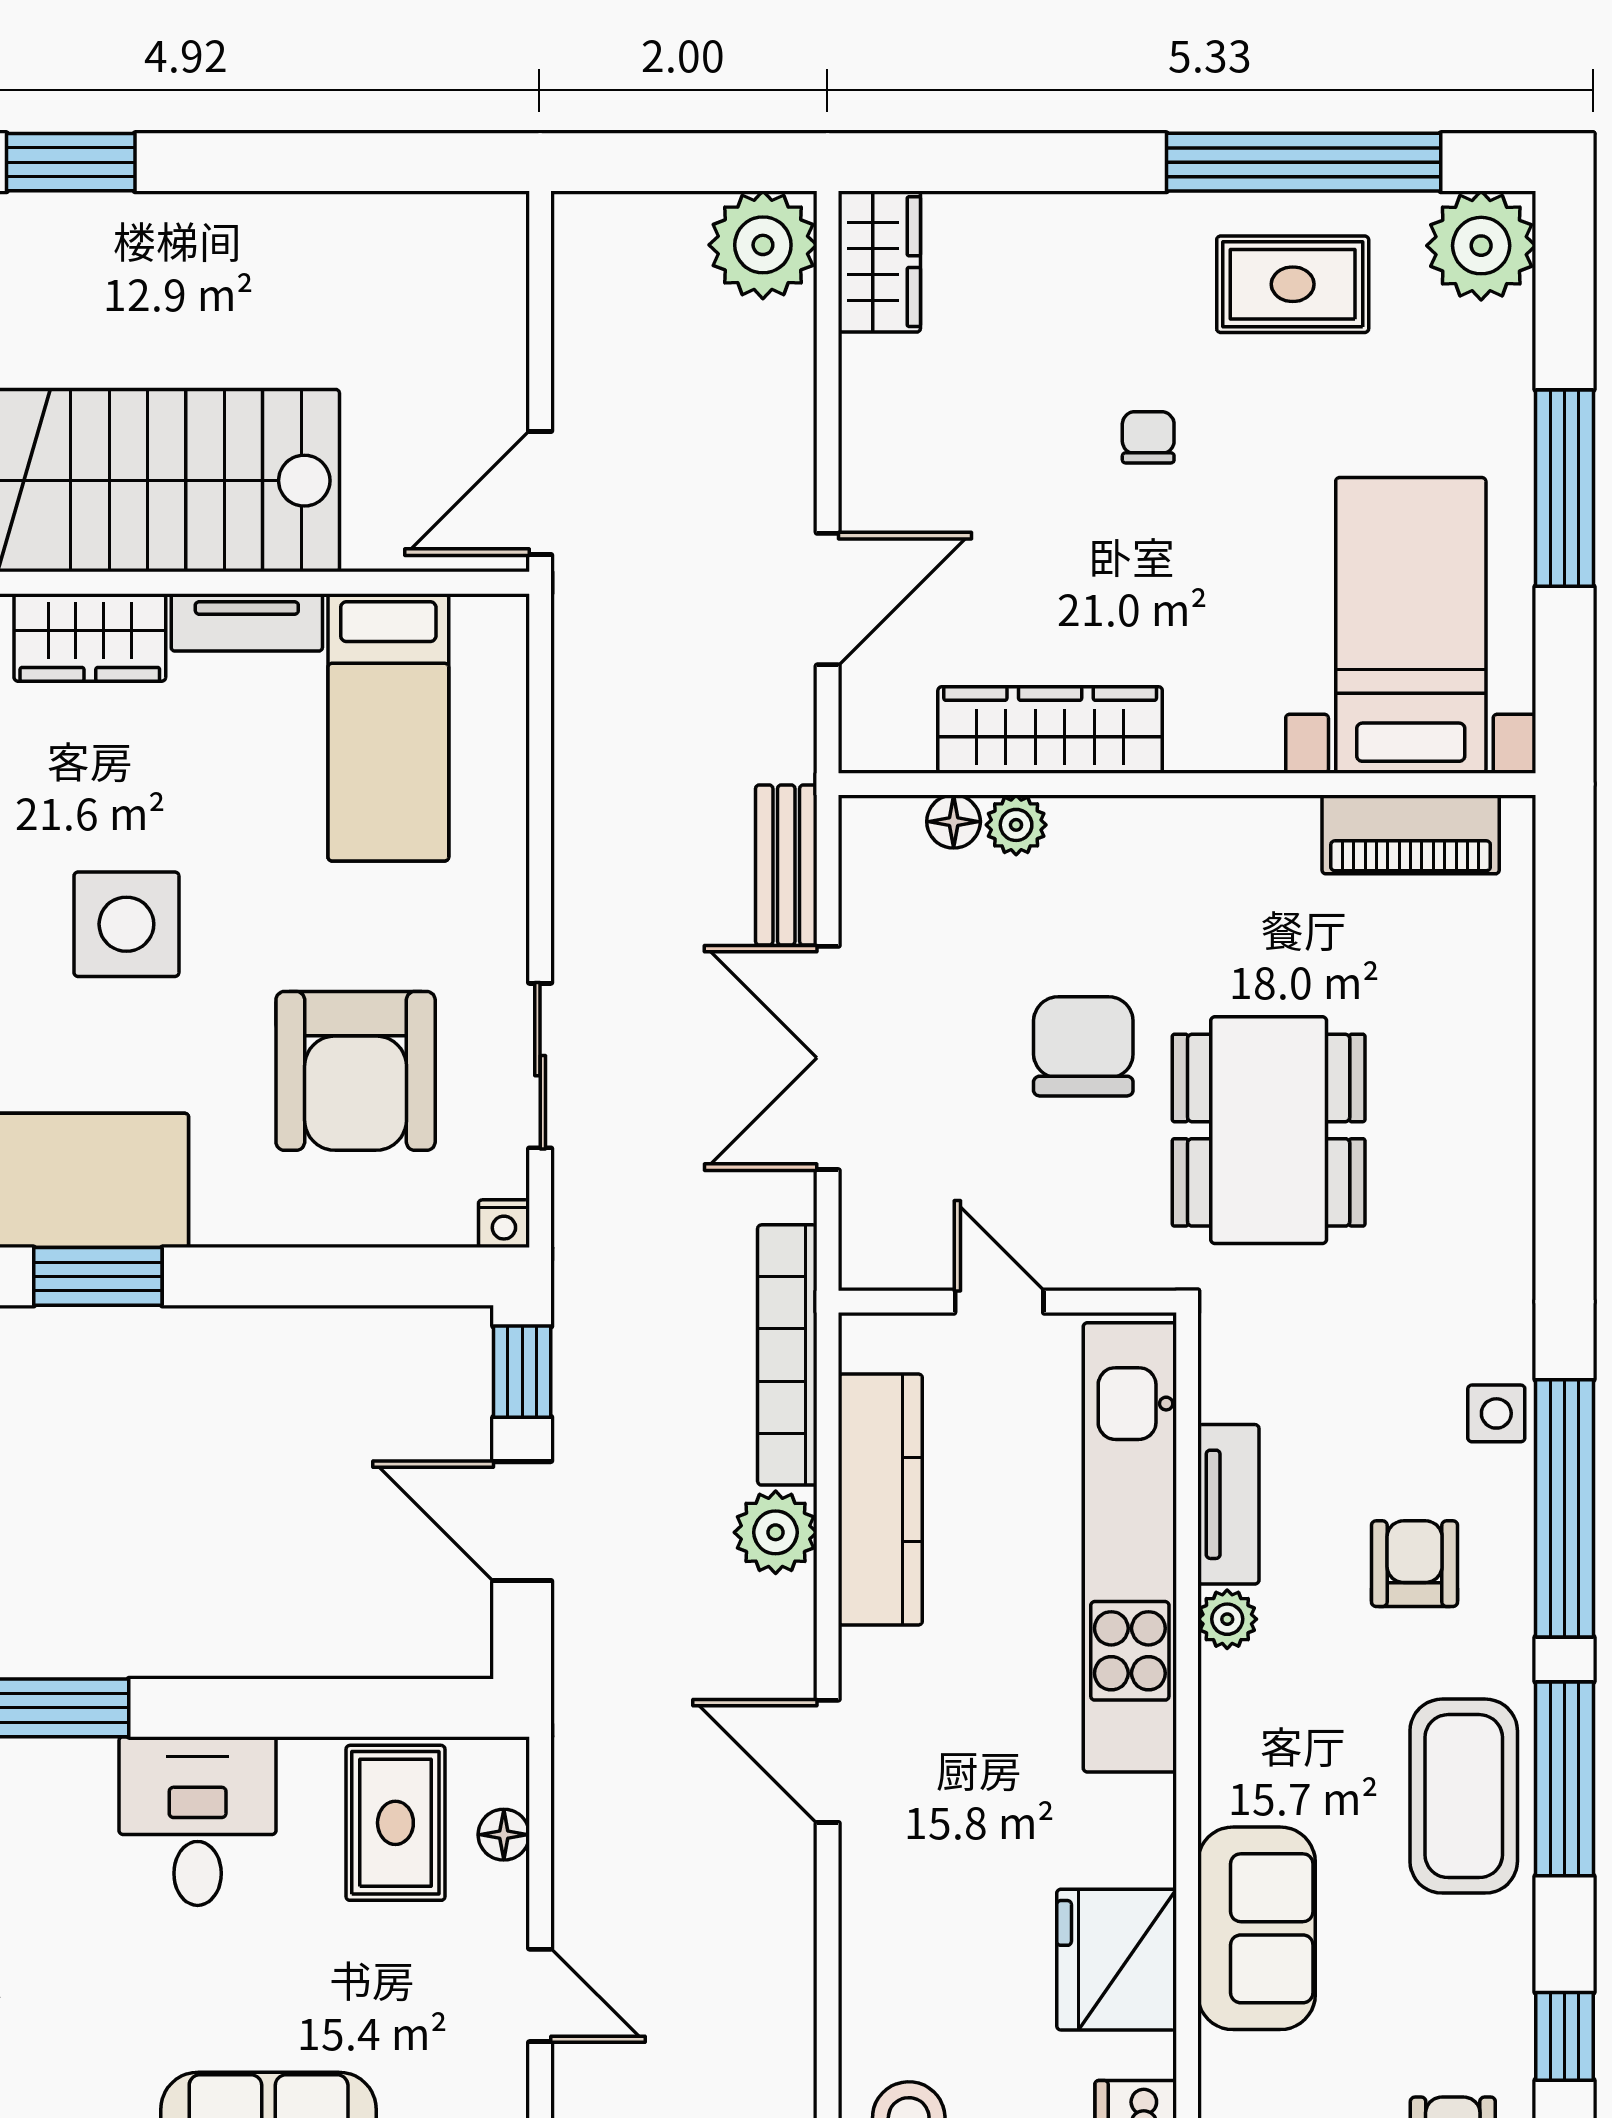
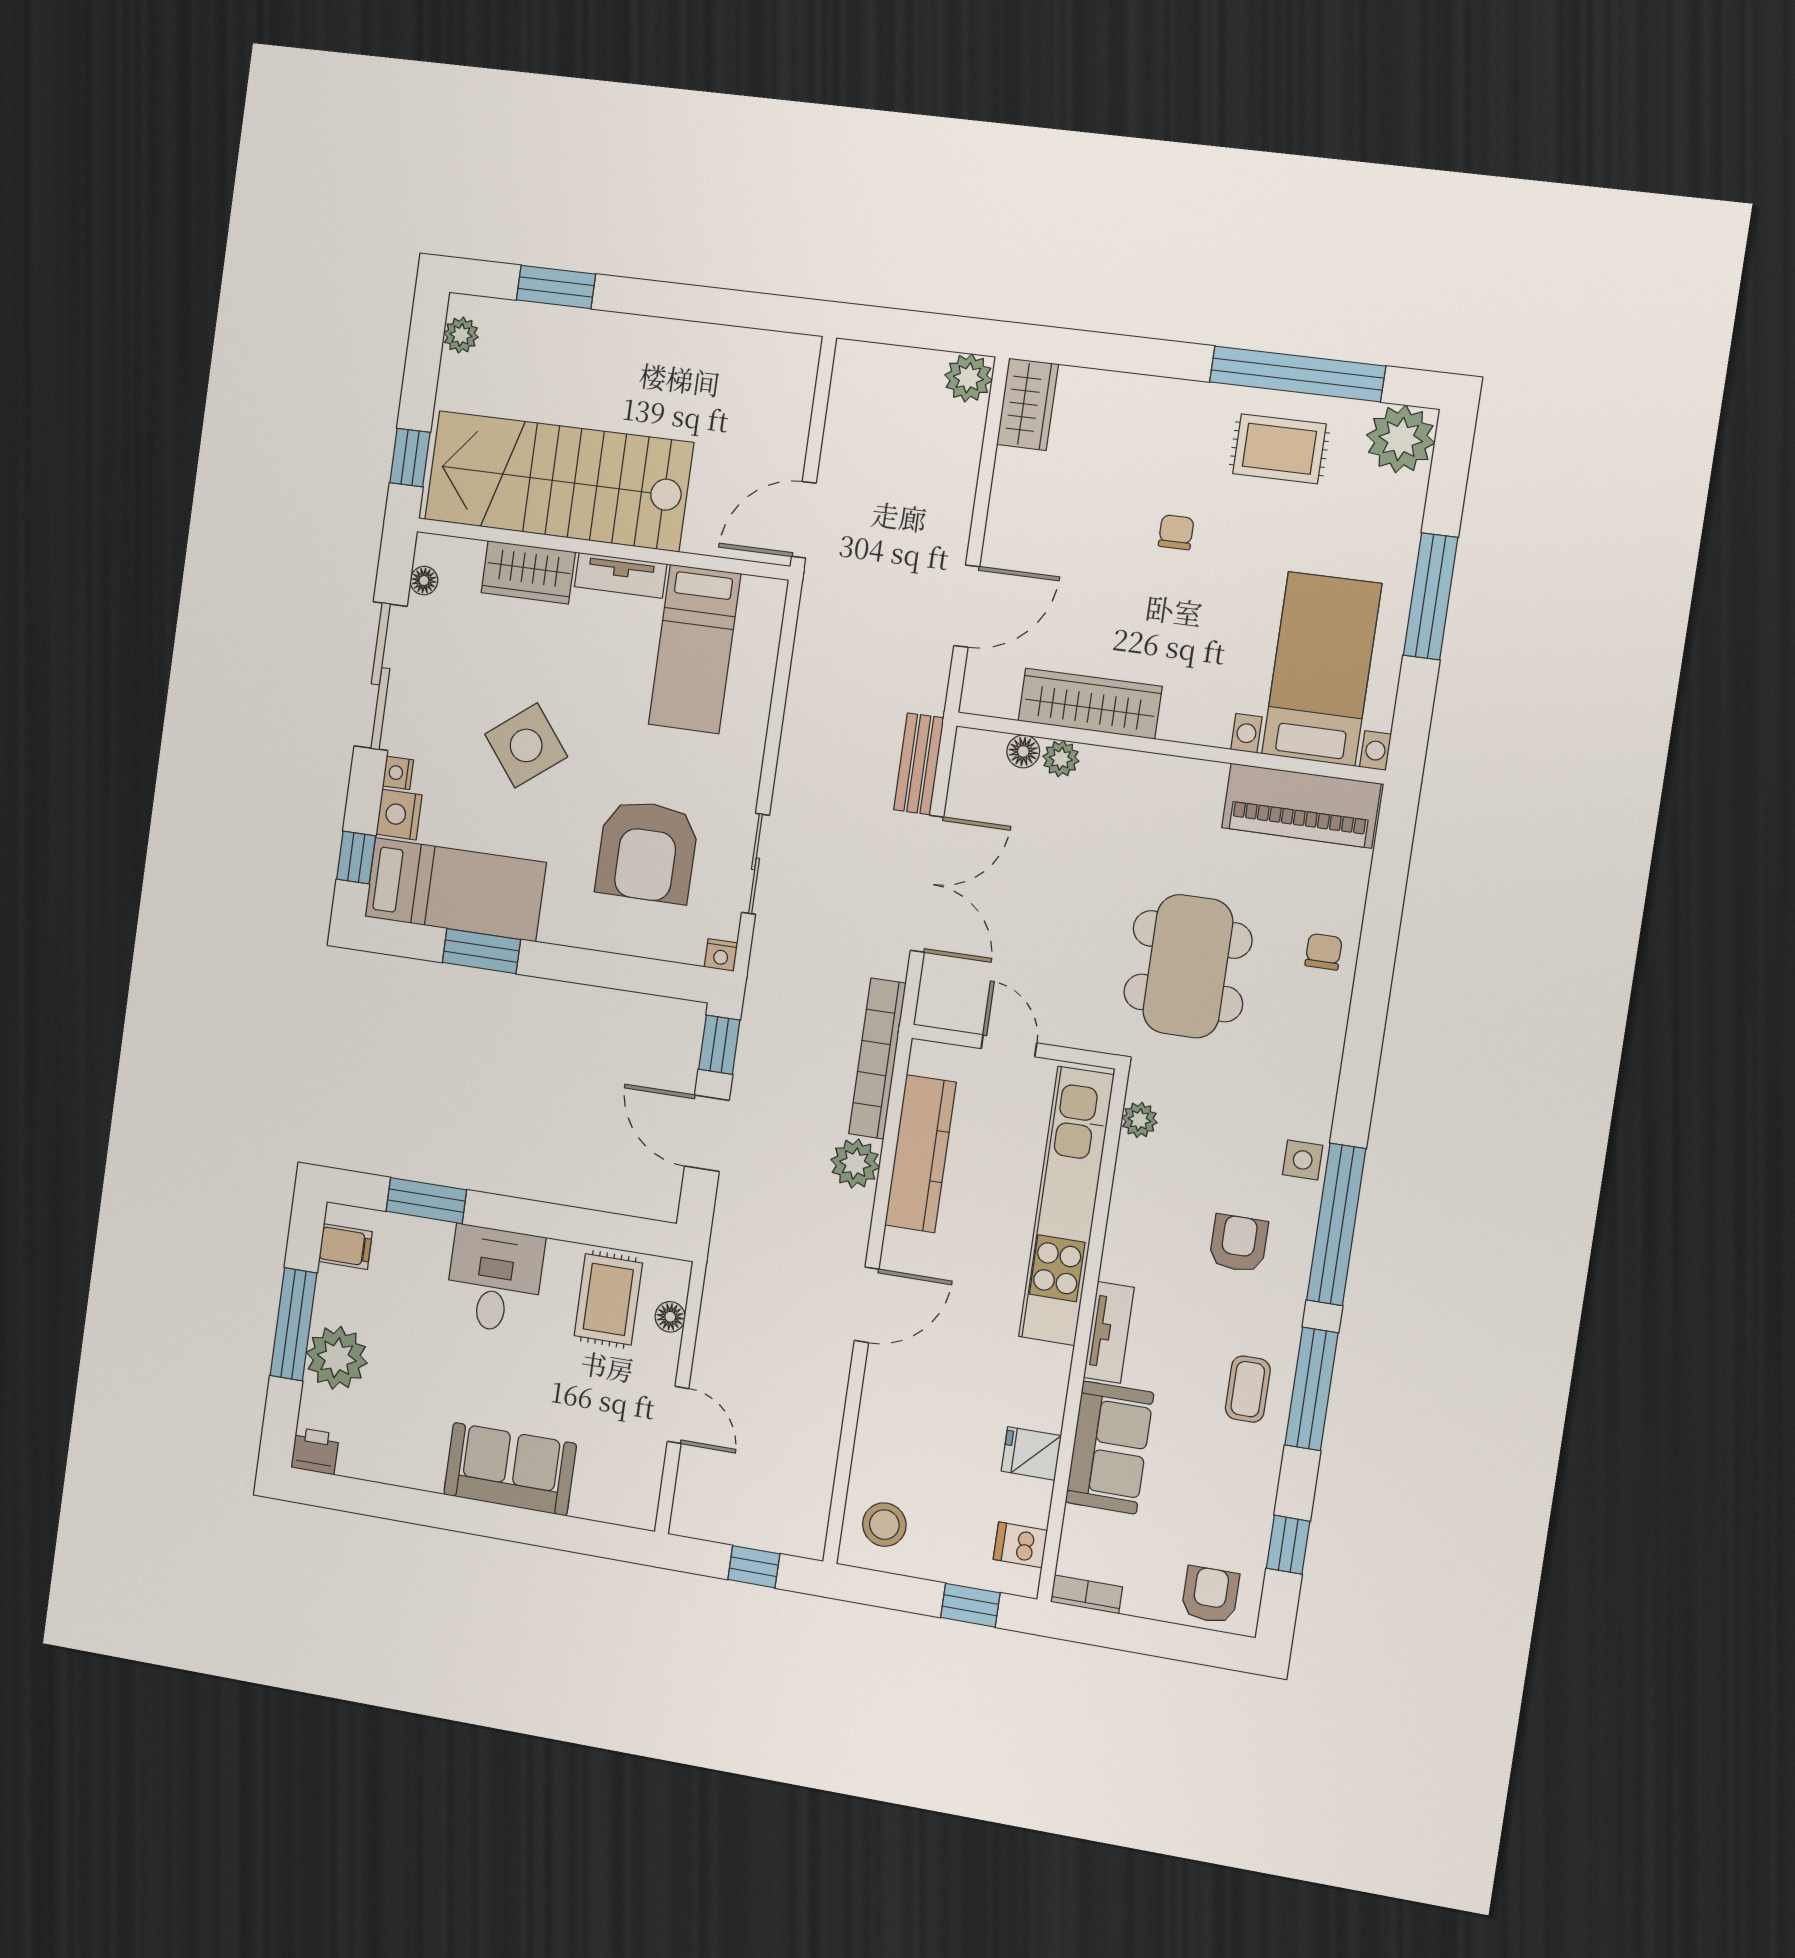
plant: (763, 245) -> (968, 378), width x0.73, depth x0.73
piano: (1411, 834) -> (1301, 806), width x1.37, depth x1.33
side table: (126, 924) -> (526, 745), turned -38
chair: (1083, 1046) -> (1324, 952), moved, width x0.54, depth x0.54
double door: (828, 1058) -> (927, 884), swing flipped
tv unit: (1228, 1504) -> (1109, 1332), moved
plant: (1227, 1619) -> (1139, 1120), moved
door: (828, 1761) -> (867, 1305), swing flipped
coffee table: (1464, 1796) -> (1248, 1389), width x0.54, depth x0.58
fridge: (1117, 1960) -> (1031, 1453), width x0.53, depth x0.75

